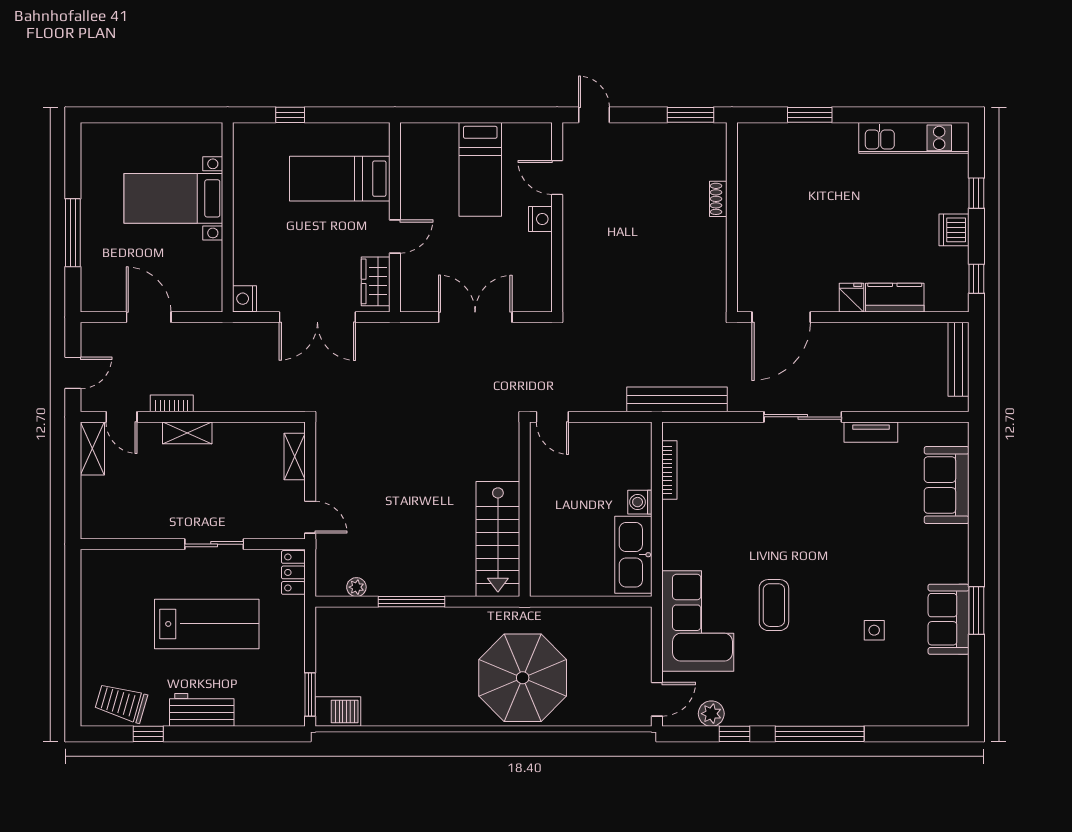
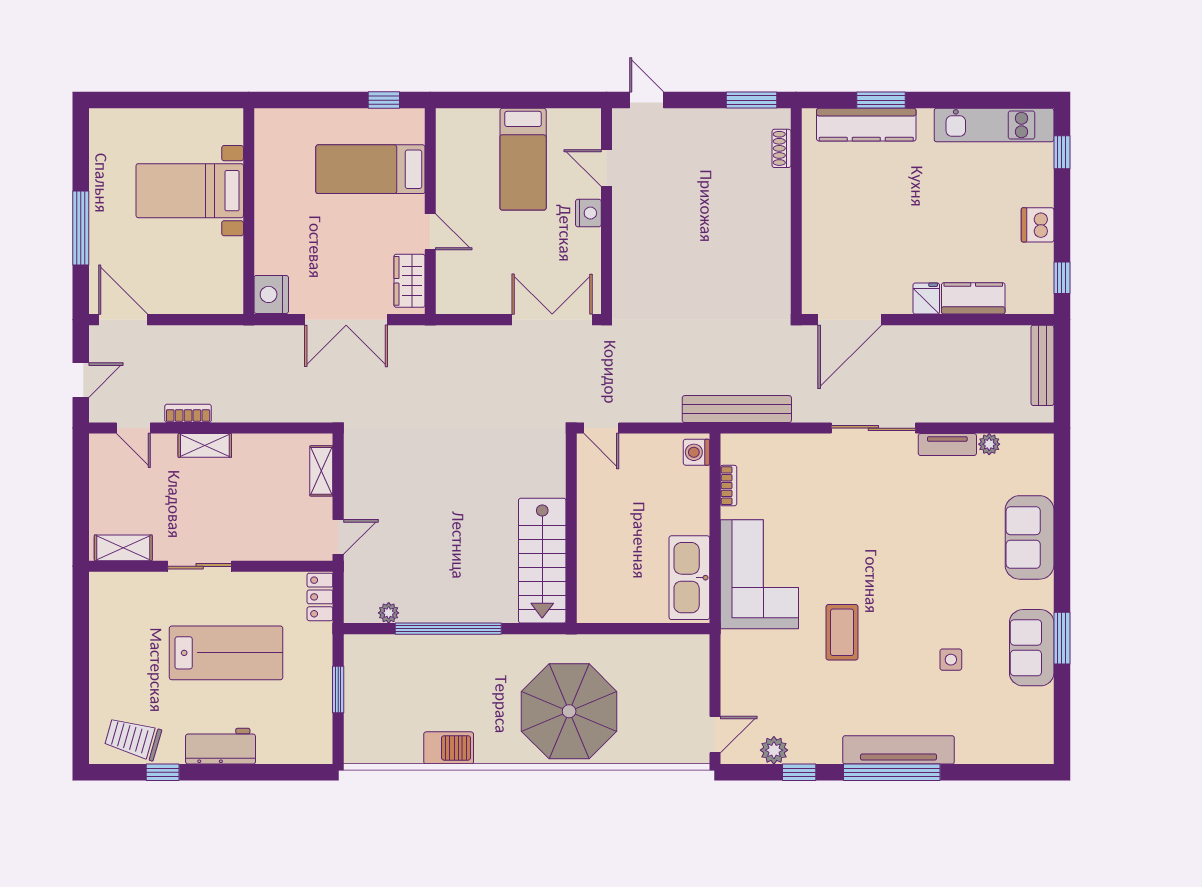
window: (290, 115) -> (384, 100), moved
kitchen counter: (796, 138) -> (866, 125), added
window: (976, 193) -> (1062, 152), moved
shoe rack: (718, 199) -> (781, 148), moved
door: (395, 236) -> (430, 232), hinge flipped
nightstand: (245, 299) -> (271, 294), width x1.36, depth x1.33
door: (149, 317) -> (123, 320), moved
double door: (475, 317) -> (552, 320), moved
plant: (910, 432) -> (989, 444), added
shelving: (92, 448) -> (123, 548), moved, turned 90
bookcase: (669, 470) -> (728, 486), width x0.64
sofa: (947, 485) -> (1030, 537), moved
washing machine: (640, 502) -> (696, 452), moved
door: (310, 517) -> (338, 537), hinge flipped
sliding door: (214, 544) -> (200, 566), moved
window: (411, 602) -> (448, 629), width x1.46
corner sofa: (698, 621) -> (759, 574), moved
window: (310, 694) -> (338, 689), moved
barbecue: (338, 712) -> (449, 748), moved
tv unit: (826, 713) -> (899, 750), added

